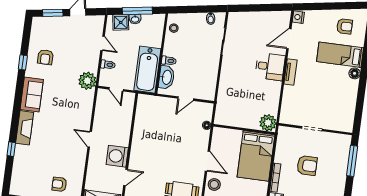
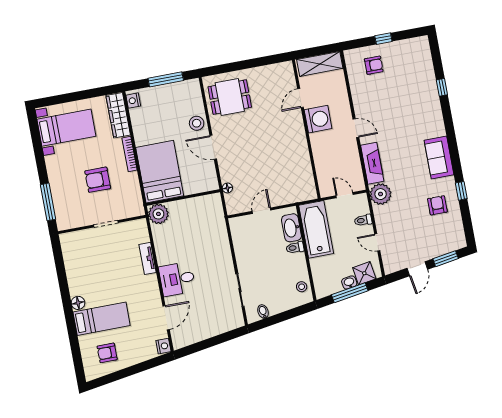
tv unit: (291, 72) -> (148, 258), moved
fireplace: (25, 128) -> (372, 163), moved, turned 180

